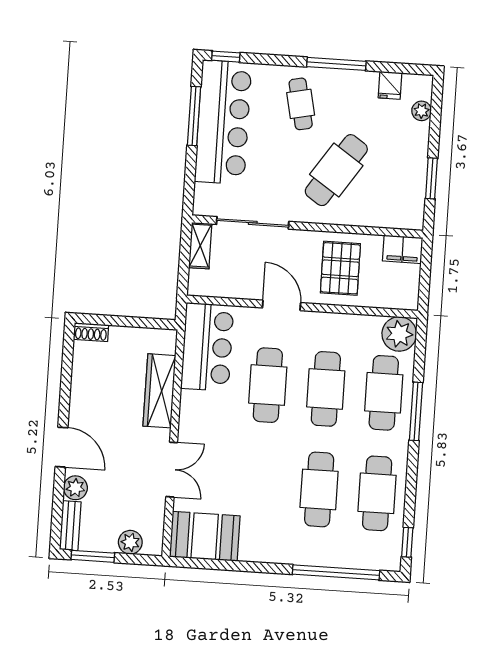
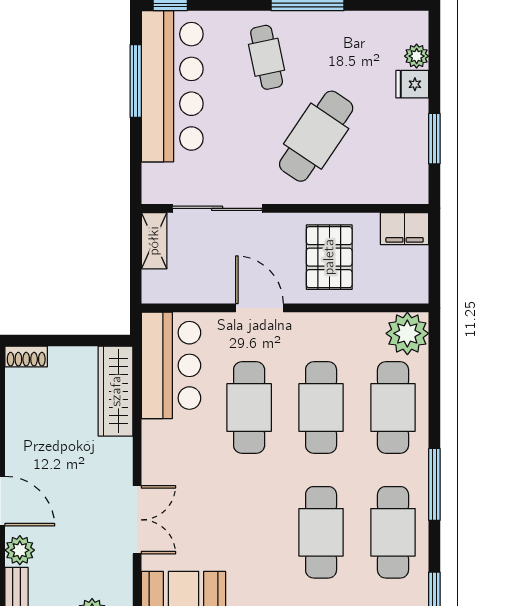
fridge: (390, 85) -> (412, 84), moved, turned 90
wardrobe: (159, 391) -> (116, 391), moved
window: (416, 411) -> (434, 484), moved

